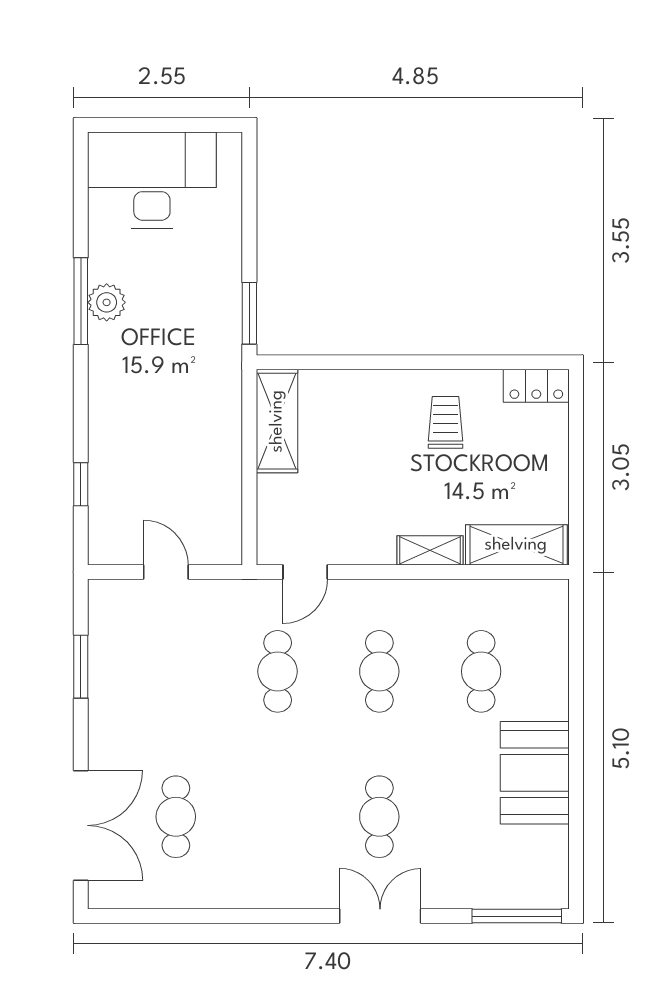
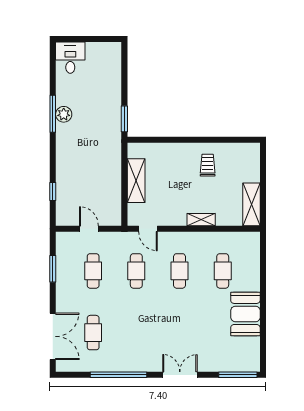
desk: (152, 180) -> (70, 58), width x0.53, depth x0.77
locker: (536, 386) -> (246, 150), removed
shelving: (277, 421) -> (136, 181), moved
shelving: (516, 545) -> (251, 204), moved, turned 90
door: (305, 572) -> (148, 229), hinge flipped
cafe table: (379, 817) -> (93, 271), moved
window: (236, 916) -> (119, 375), added

